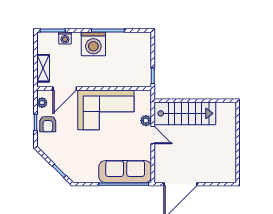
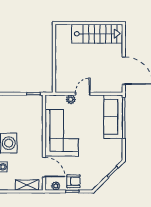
stairs: (185, 113) -> (97, 34), moved, turned 90

